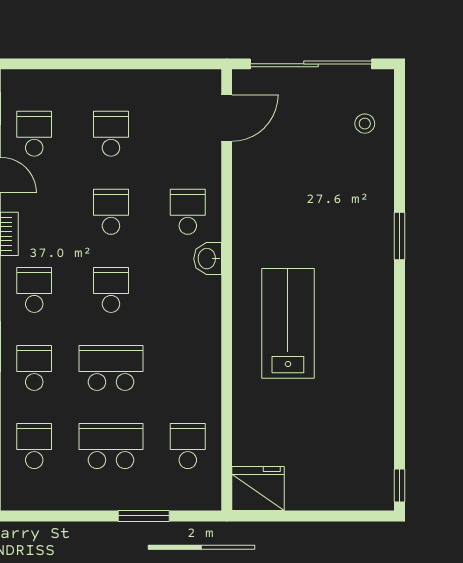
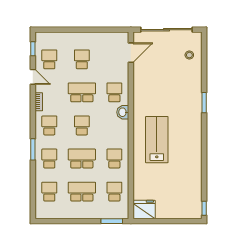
school desk: (111, 212) -> (82, 92), width x1.85
school desk: (188, 368) -> (114, 159), added
window: (144, 516) -> (112, 221), moved

